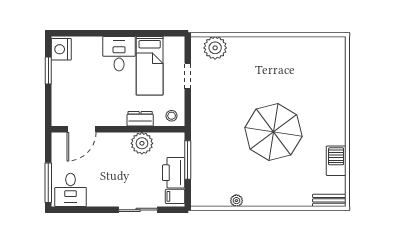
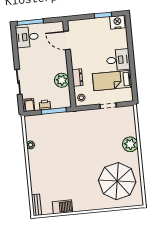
plant: (215, 48) -> (130, 144), moved
parasol: (273, 132) -> (117, 181), moved
printer: (174, 173) -> (45, 105), width x0.53, depth x0.68

